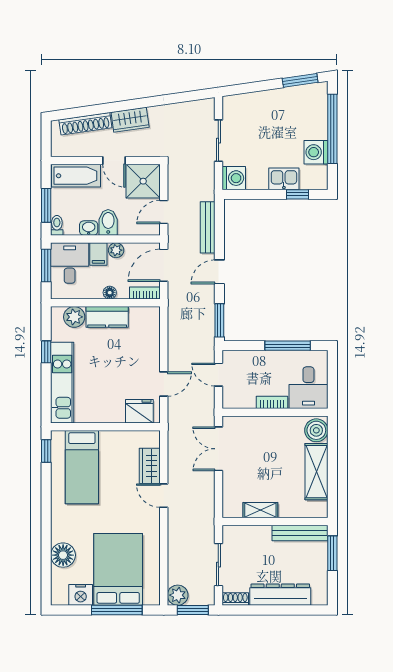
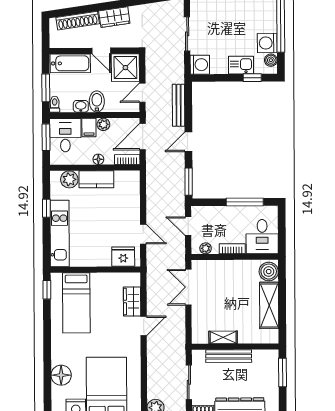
boiler: (320, 173) -> (271, 60), added
door: (164, 384) -> (143, 234), hinge flipped
plant: (240, 402) -> (206, 248), added
door: (164, 496) -> (144, 326), swing flipped
bench: (300, 533) -> (229, 356), moved

